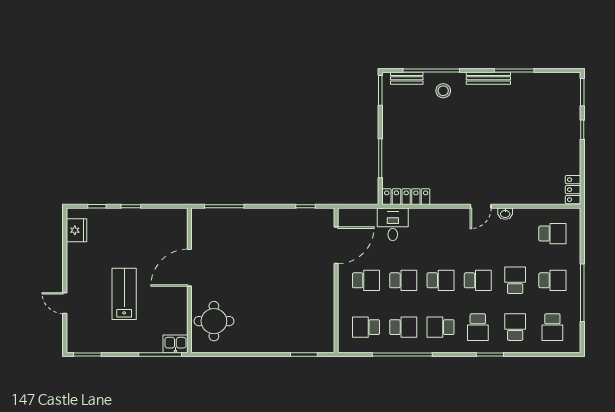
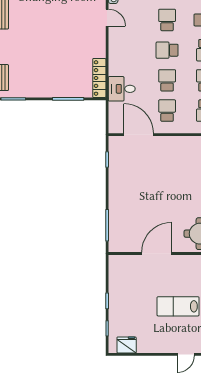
stool: (443, 91) -> (14, 48), removed
door: (189, 268) -> (157, 253), swing flipped
school desk: (441, 280) -> (167, 50), turned -90

